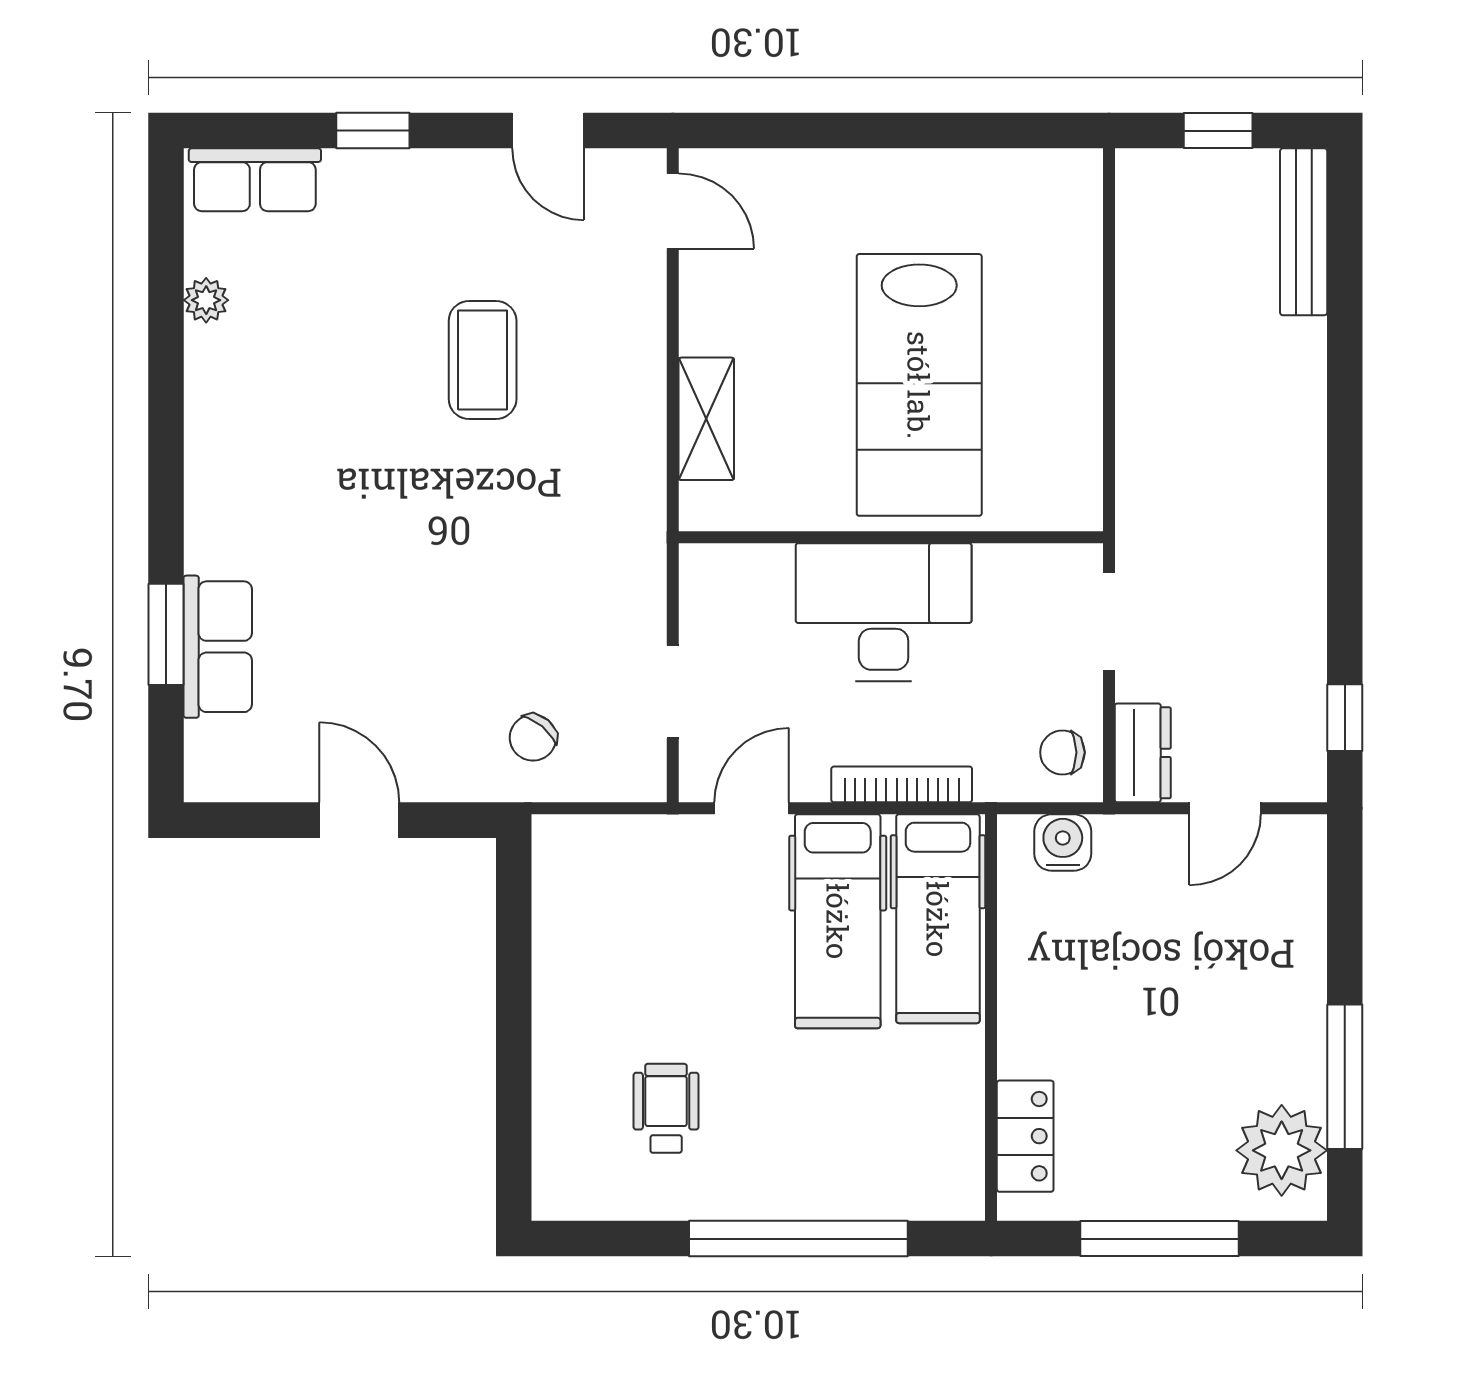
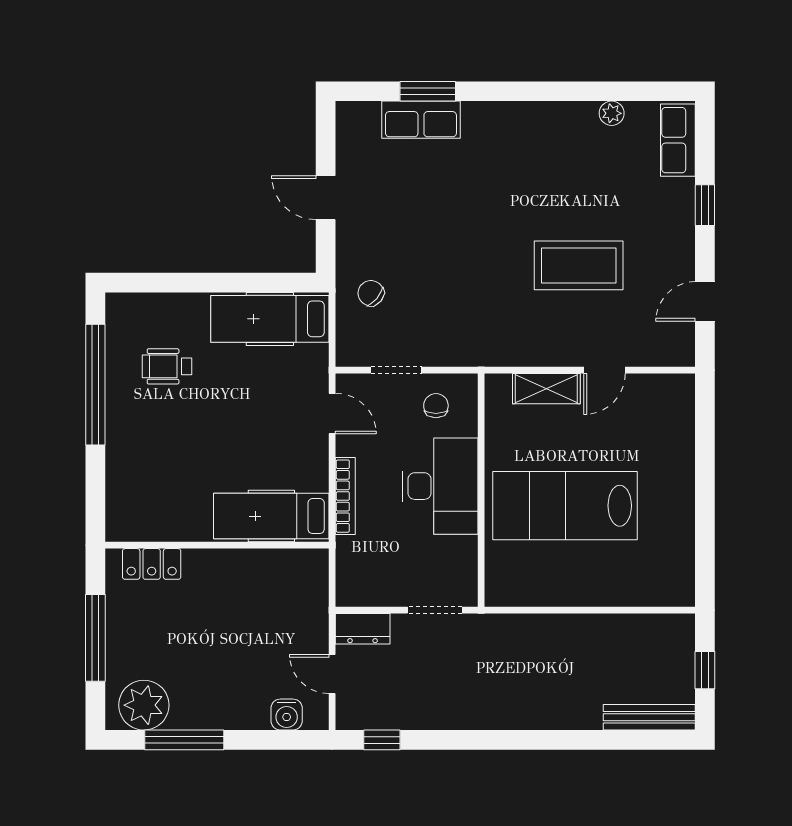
door: (673, 211) -> (604, 370), moved
coffee table: (483, 360) -> (579, 265), width x1.36, depth x1.32
chair: (1062, 752) -> (436, 406), moved
door: (359, 820) -> (326, 198), swing flipped
water cooler: (1063, 843) -> (287, 714), moved, turned 90
hospital bed: (838, 921) -> (270, 319), moved
wheelchair: (666, 1108) -> (167, 366), turned 180
window: (798, 1239) -> (95, 385), moved

